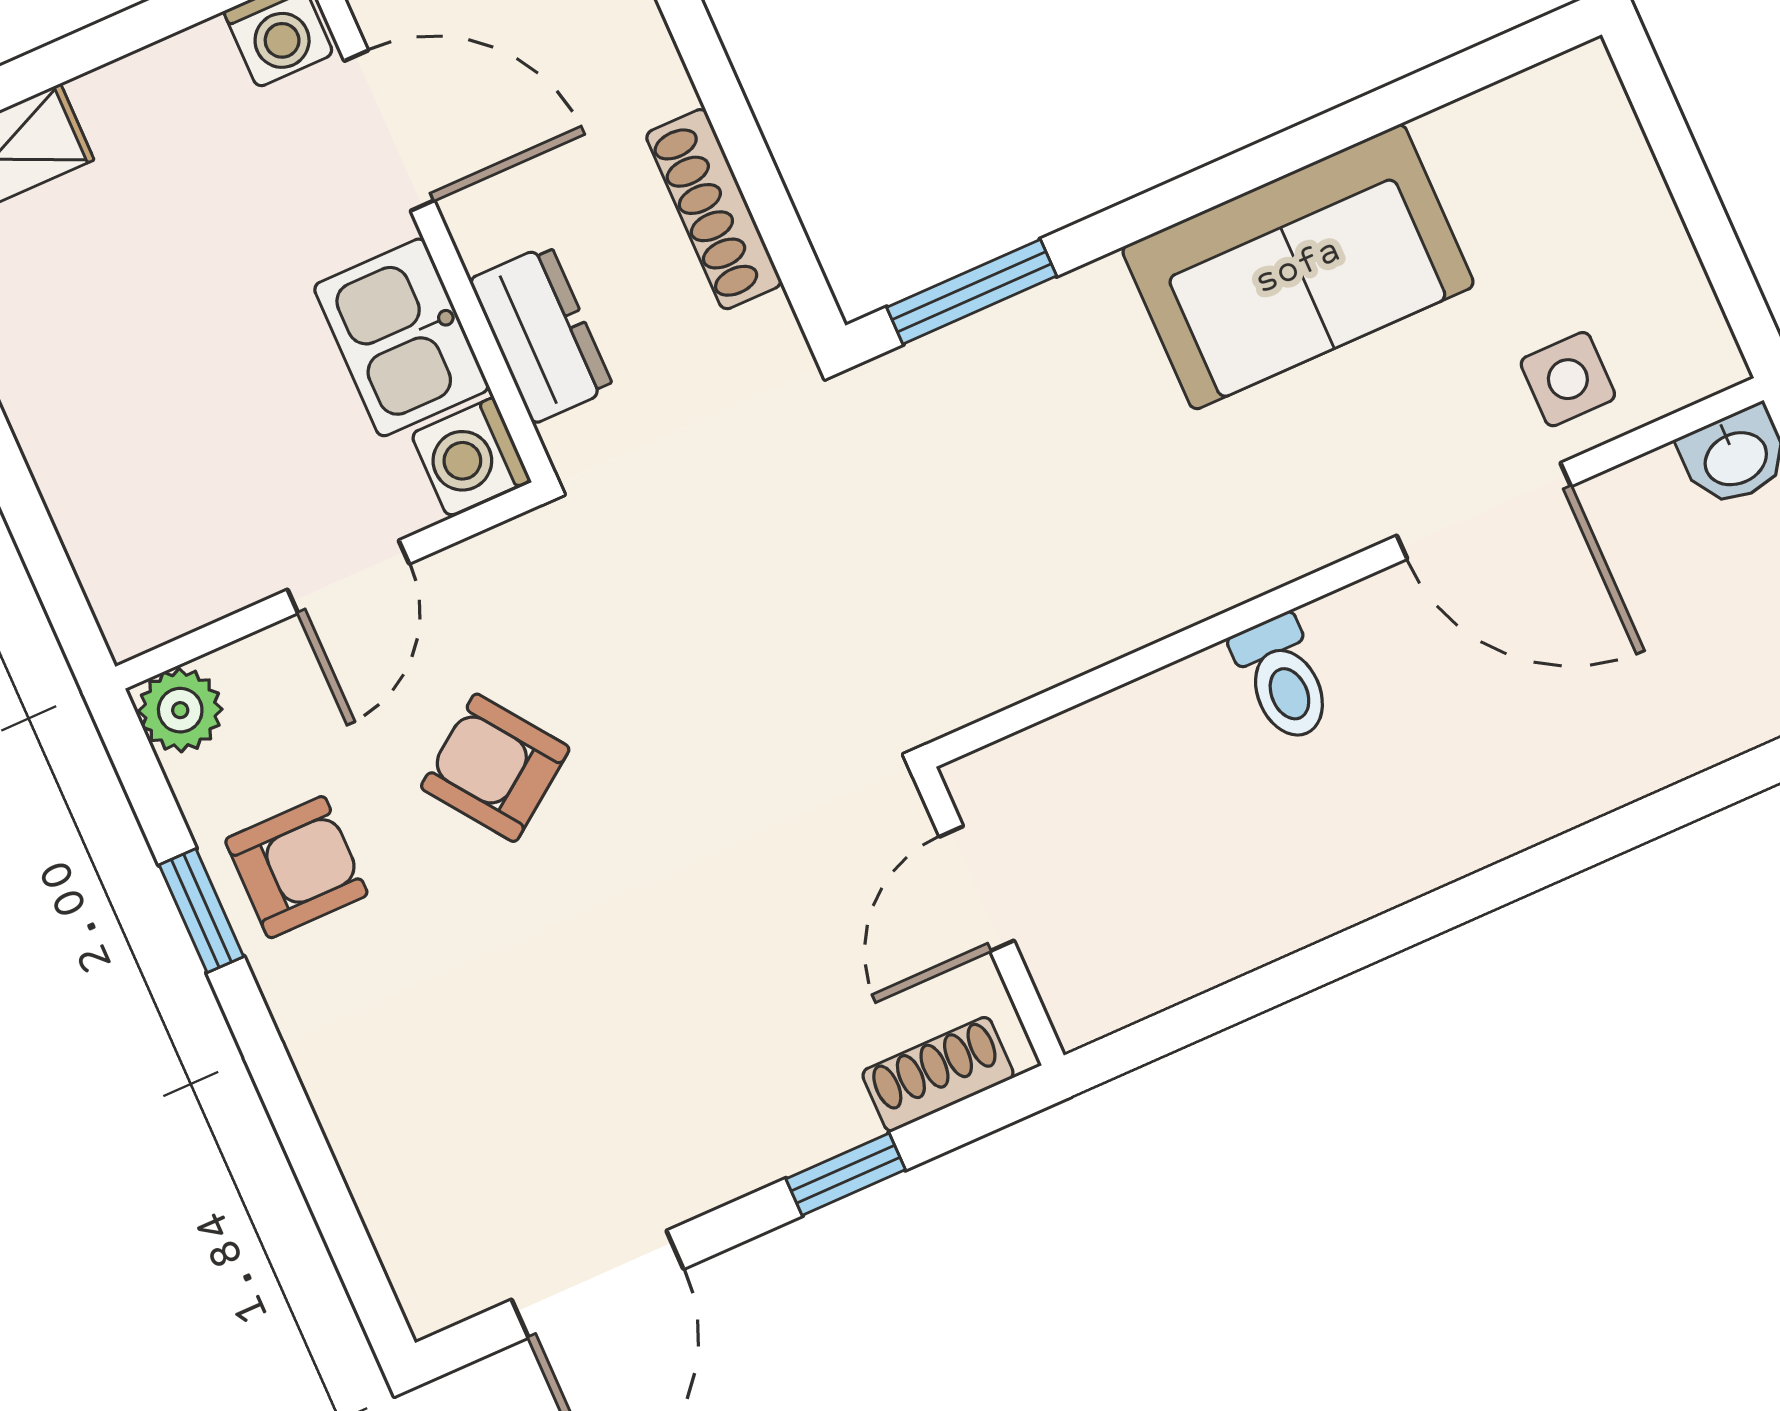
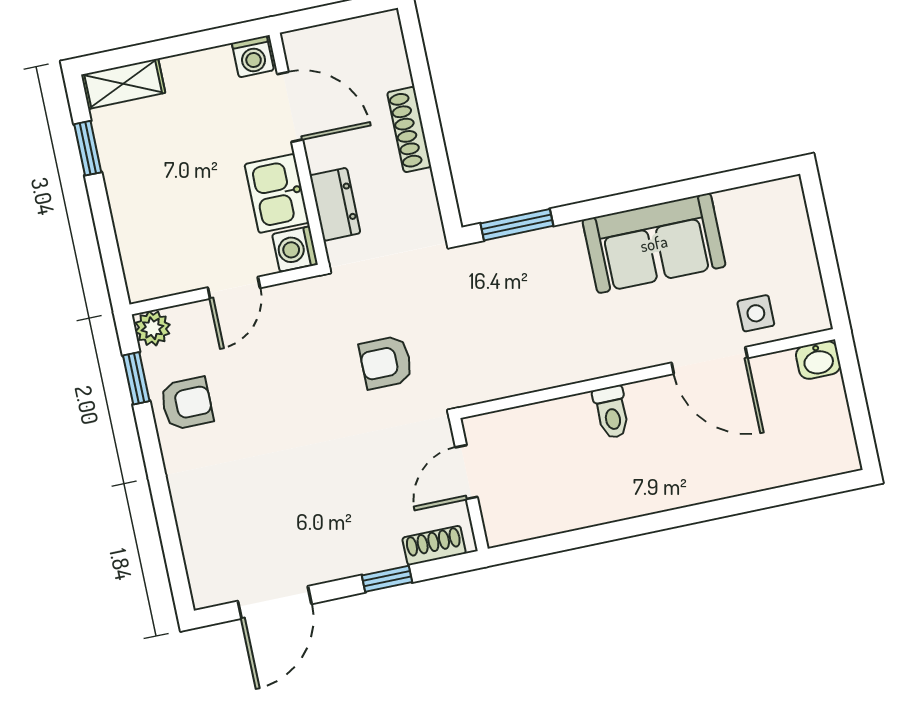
shoe rack: (714, 209) -> (409, 130), moved
armchair: (495, 768) -> (386, 362), moved, turned -54
window: (201, 911) -> (136, 378), moved

